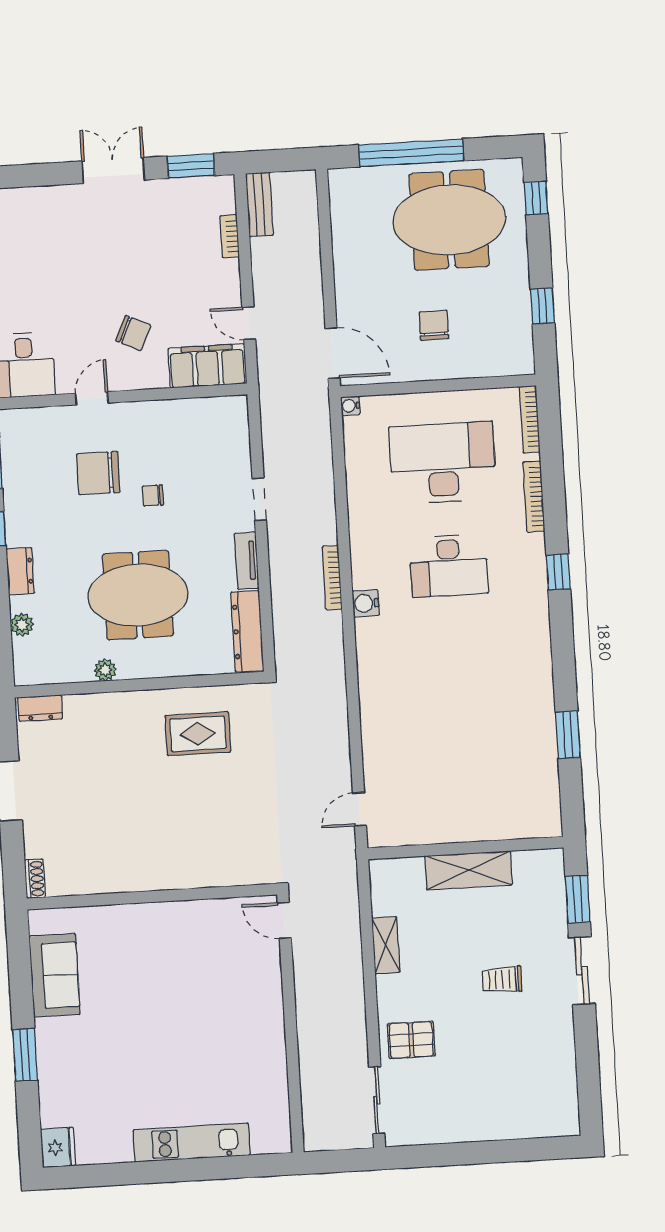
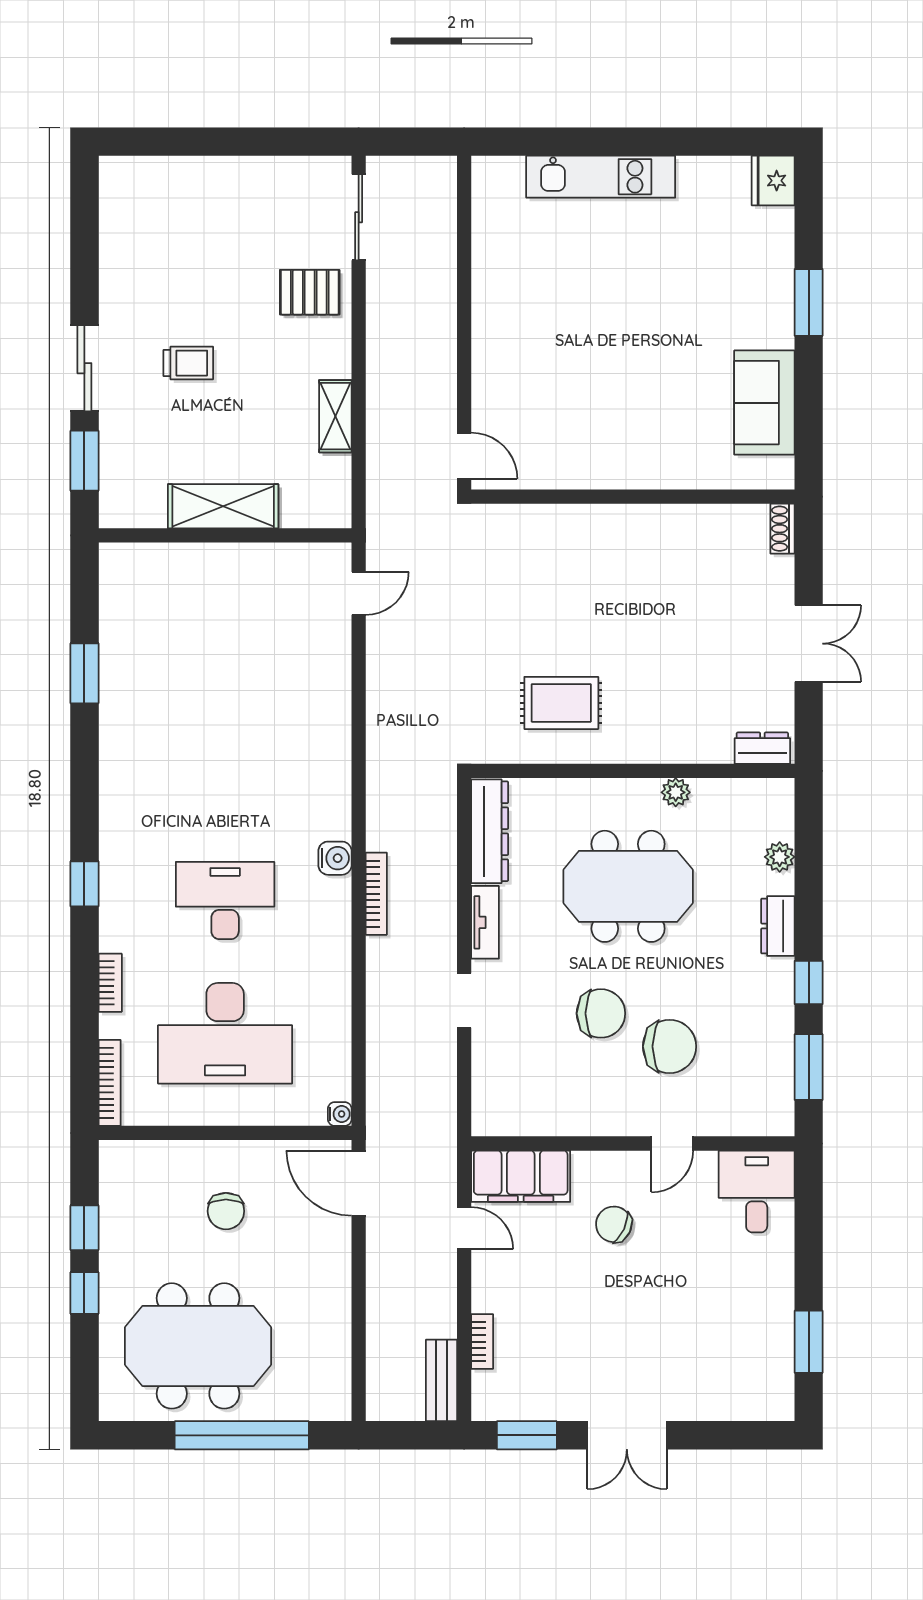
window: (536, 198) -> (84, 1293), moved
chair: (153, 495) -> (601, 1013), width x1.87, depth x1.87
bookcase: (534, 497) -> (110, 983), width x0.64

